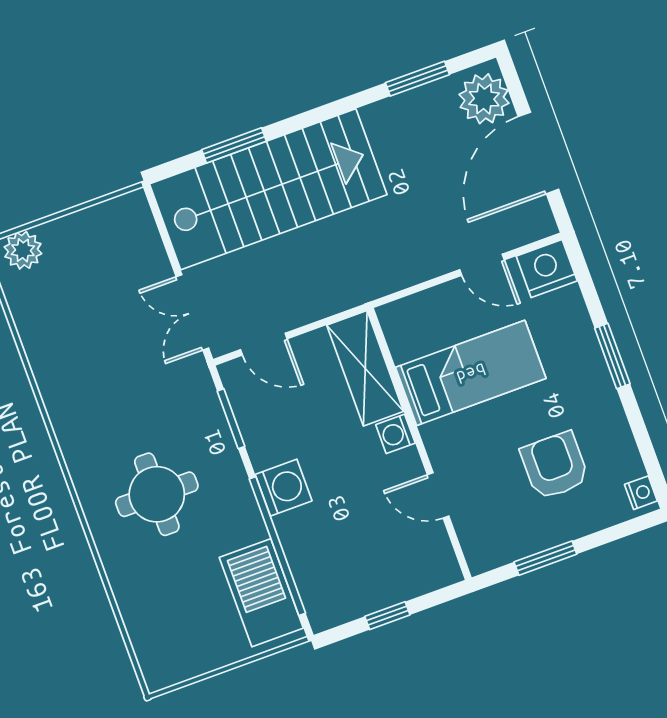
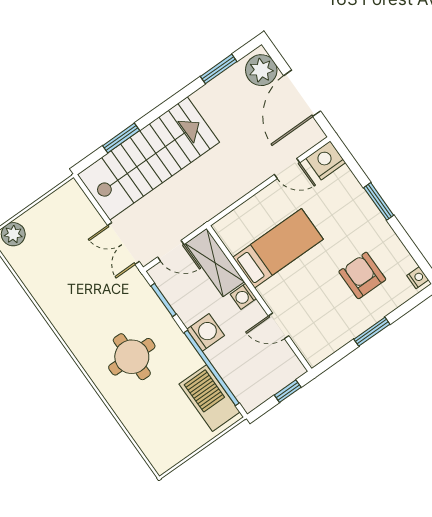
shelving: (365, 368) -> (215, 263), moved
bed: (471, 373) -> (278, 248), moved
washing machine: (395, 434) -> (243, 296), moved
wall: (419, 444) -> (259, 298), moved
door: (438, 495) -> (279, 326), moved

